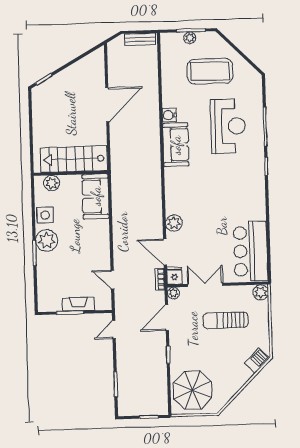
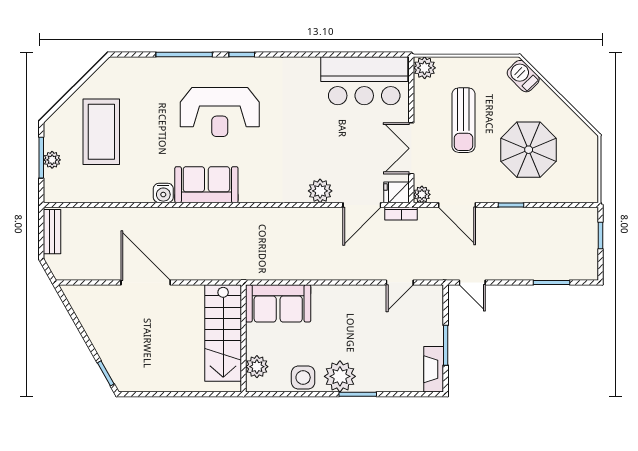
reception desk: (228, 126) -> (220, 112), moved, turned 180
fireplace: (78, 304) -> (434, 369), moved
parasol: (192, 390) -> (529, 150), moved

